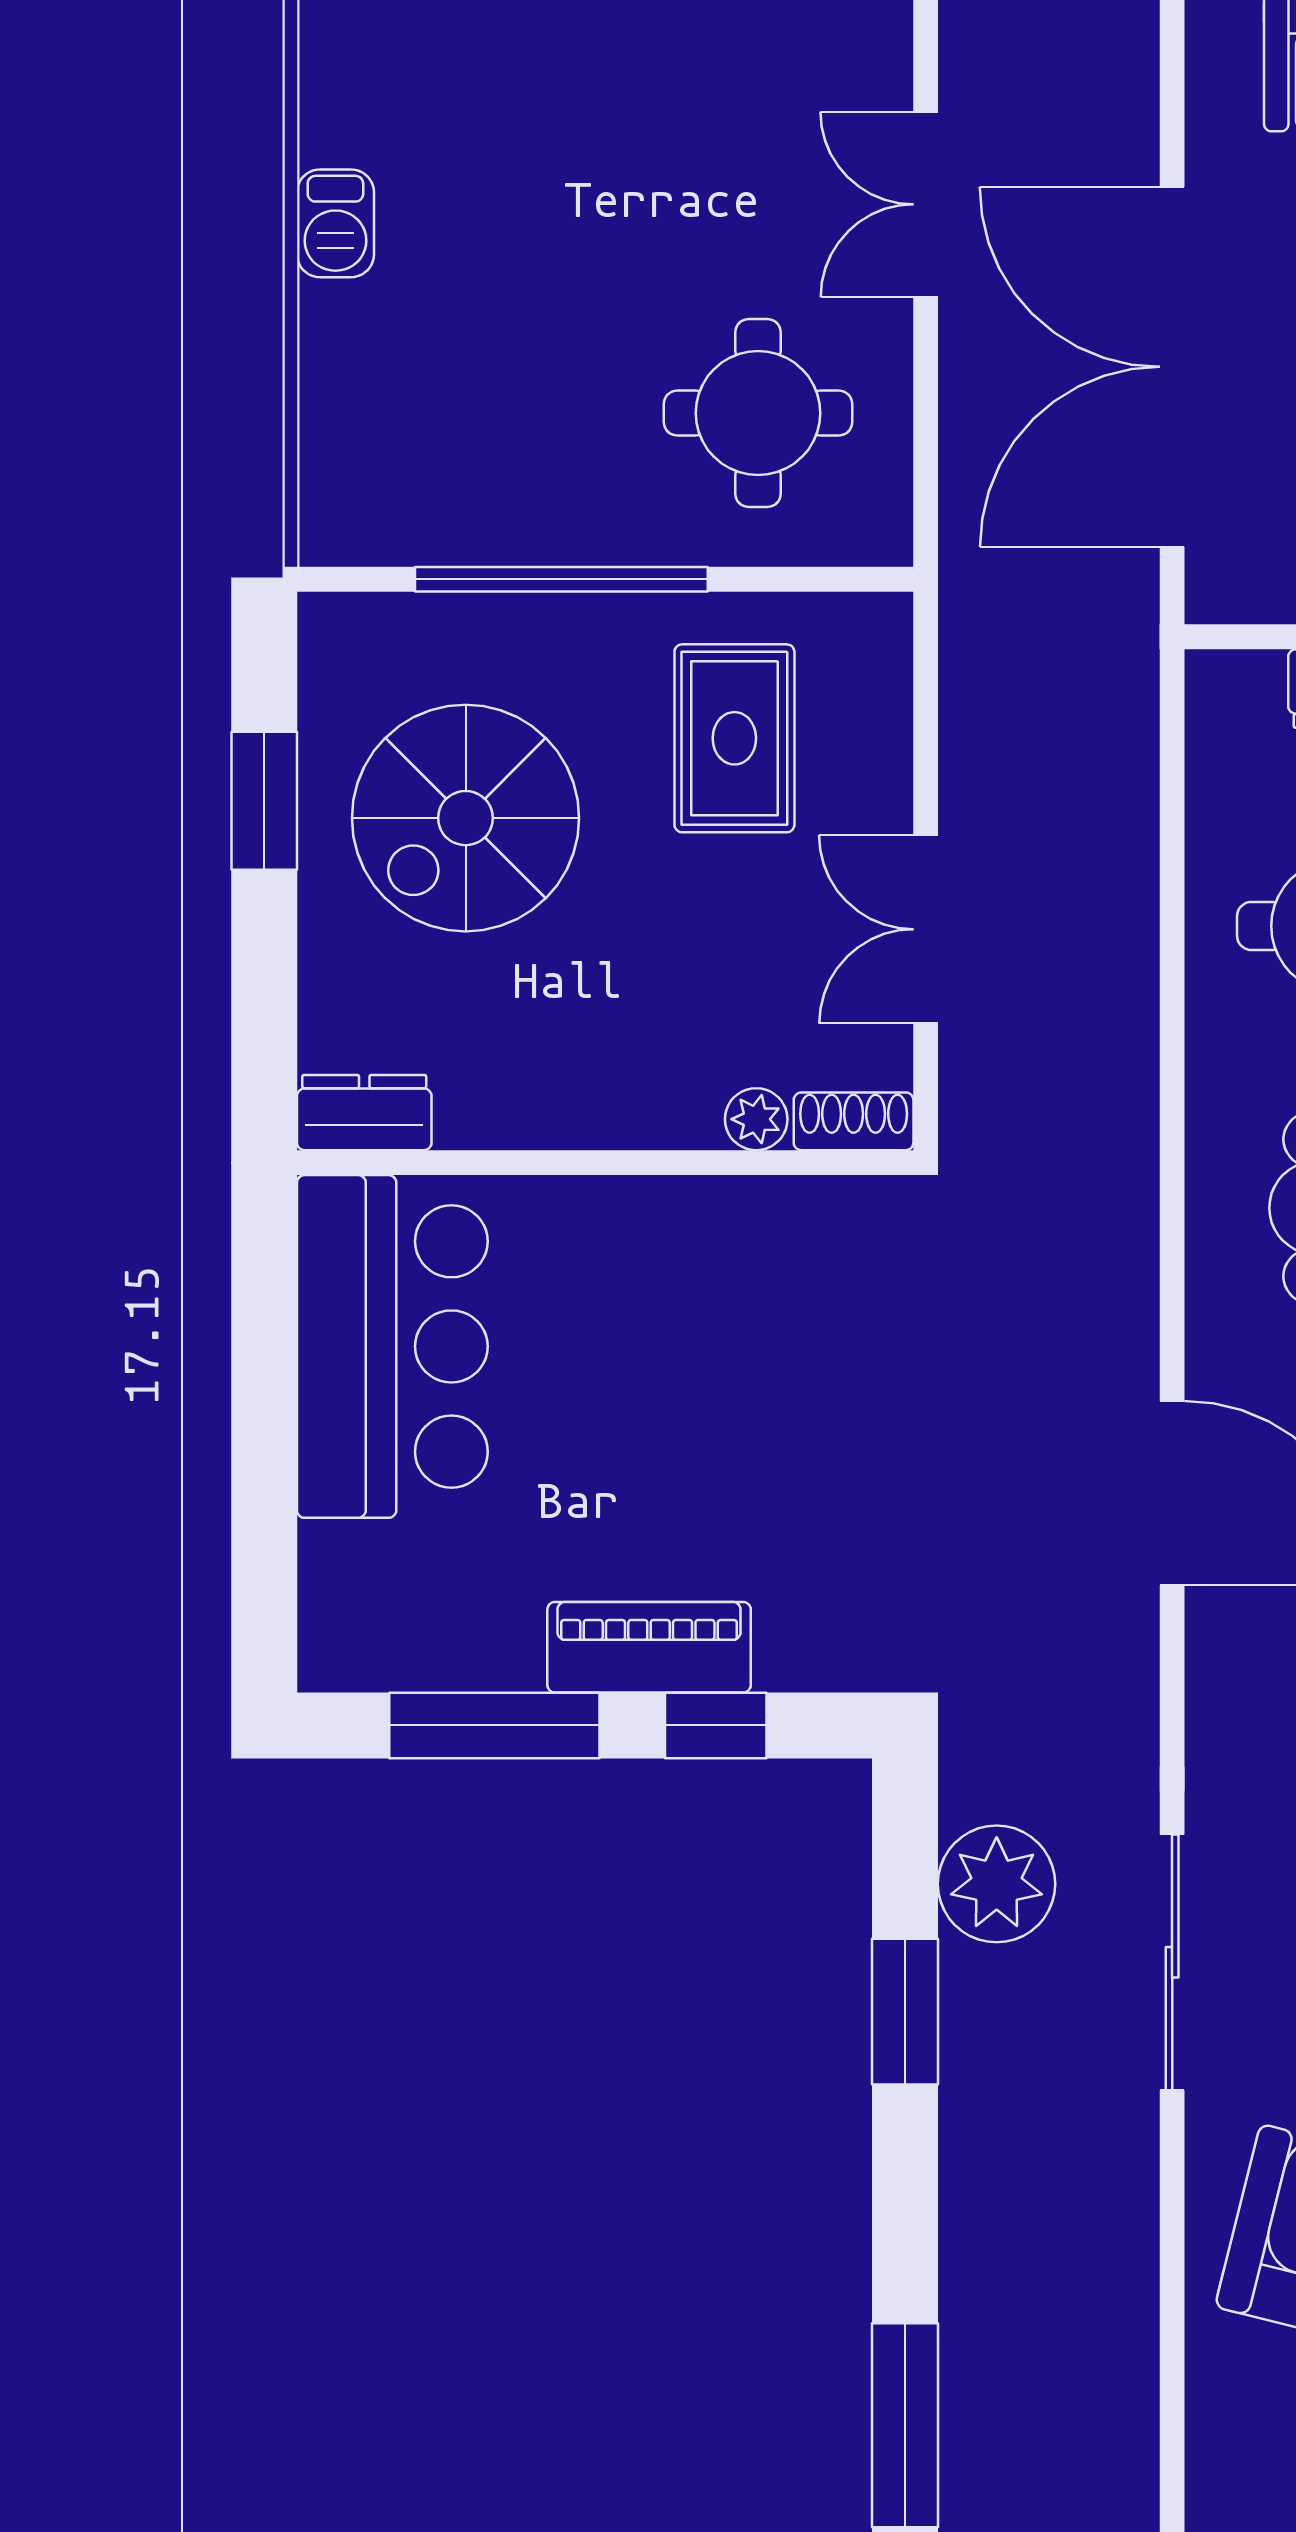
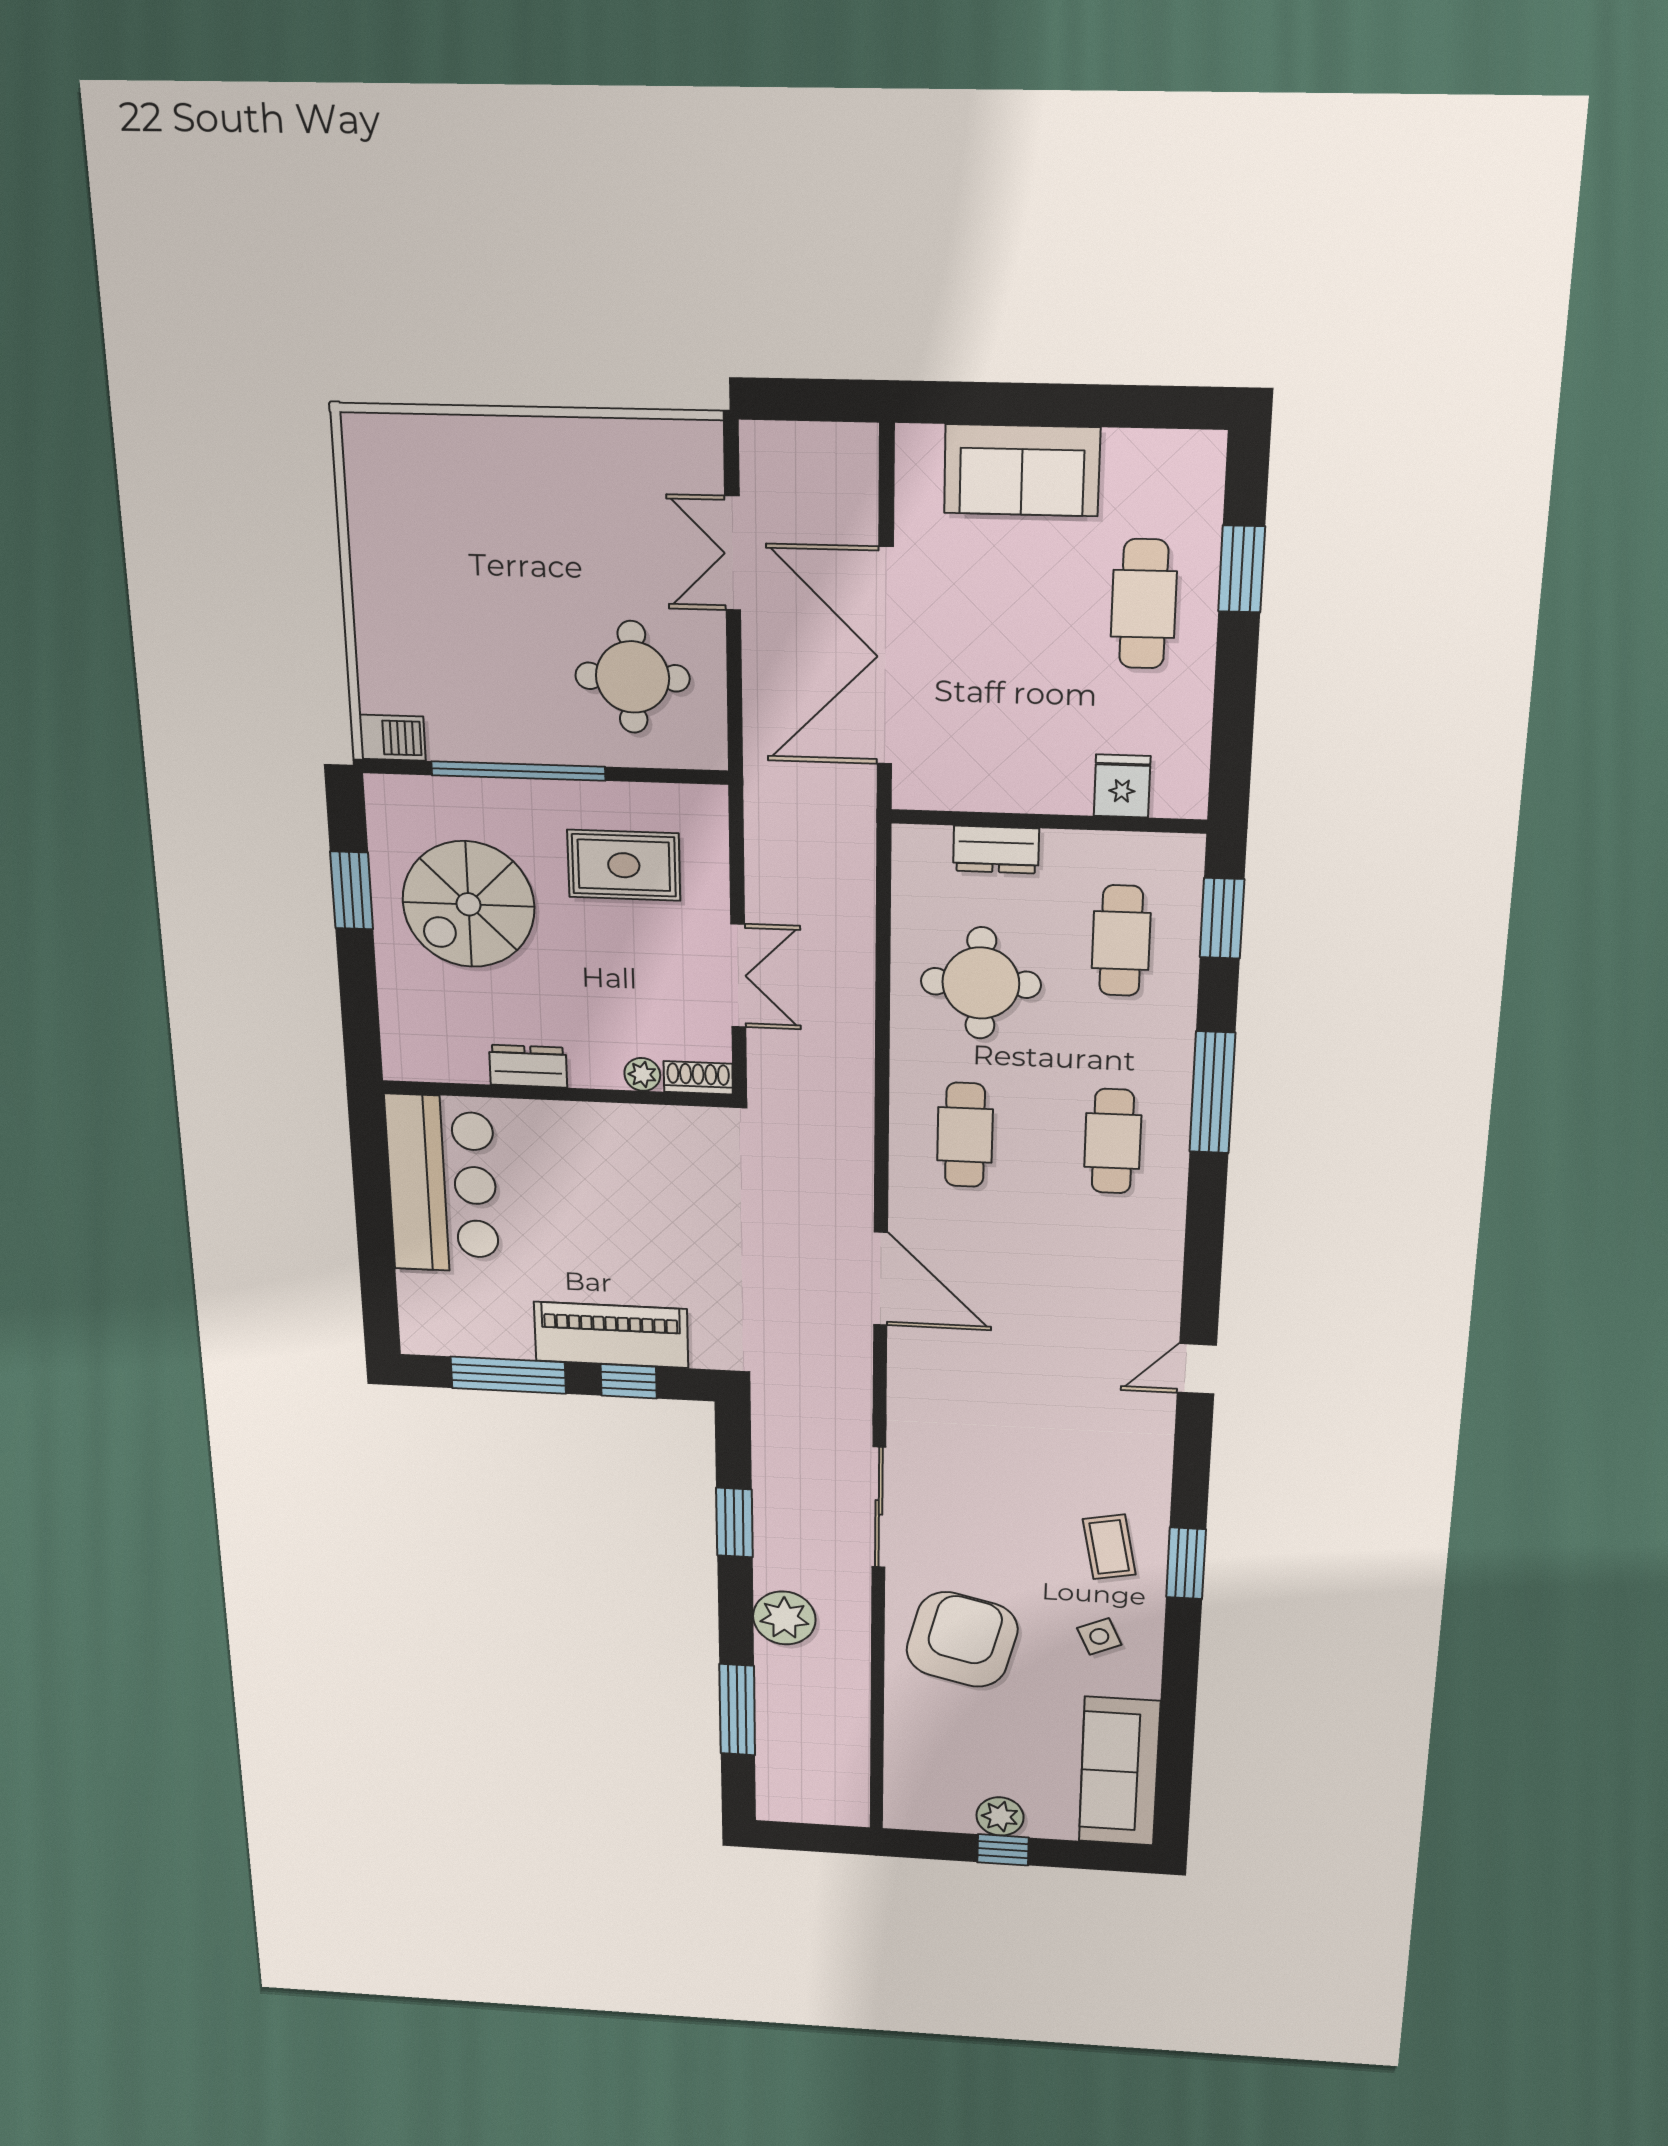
barbecue: (335, 223) -> (392, 738), moved, turned -90
rug: (734, 738) -> (624, 865), turned 90
double door: (926, 929) -> (738, 976), swing flipped
dresser: (364, 1113) -> (528, 1066), moved
piano: (649, 1647) -> (611, 1335), width x1.37, depth x1.33
plant: (997, 1884) -> (784, 1618), moved

